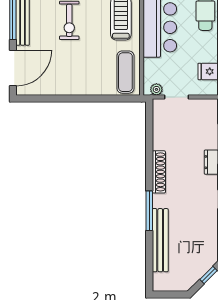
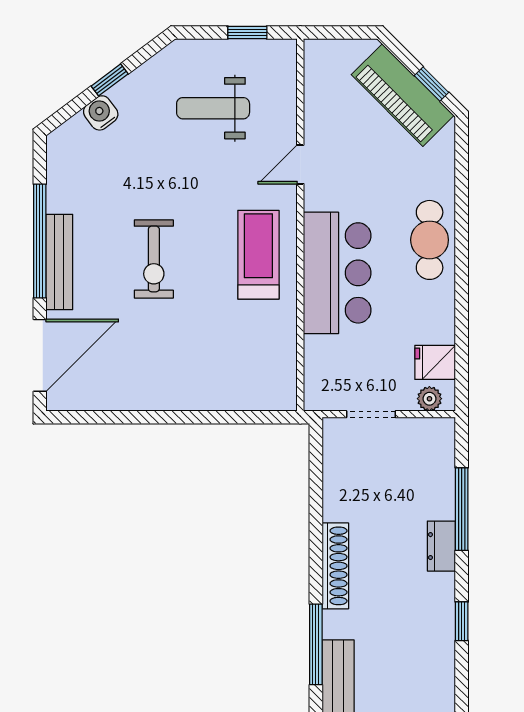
exercise mat: (125, 72) -> (268, 364), removed
plant: (156, 89) -> (429, 399), moved

